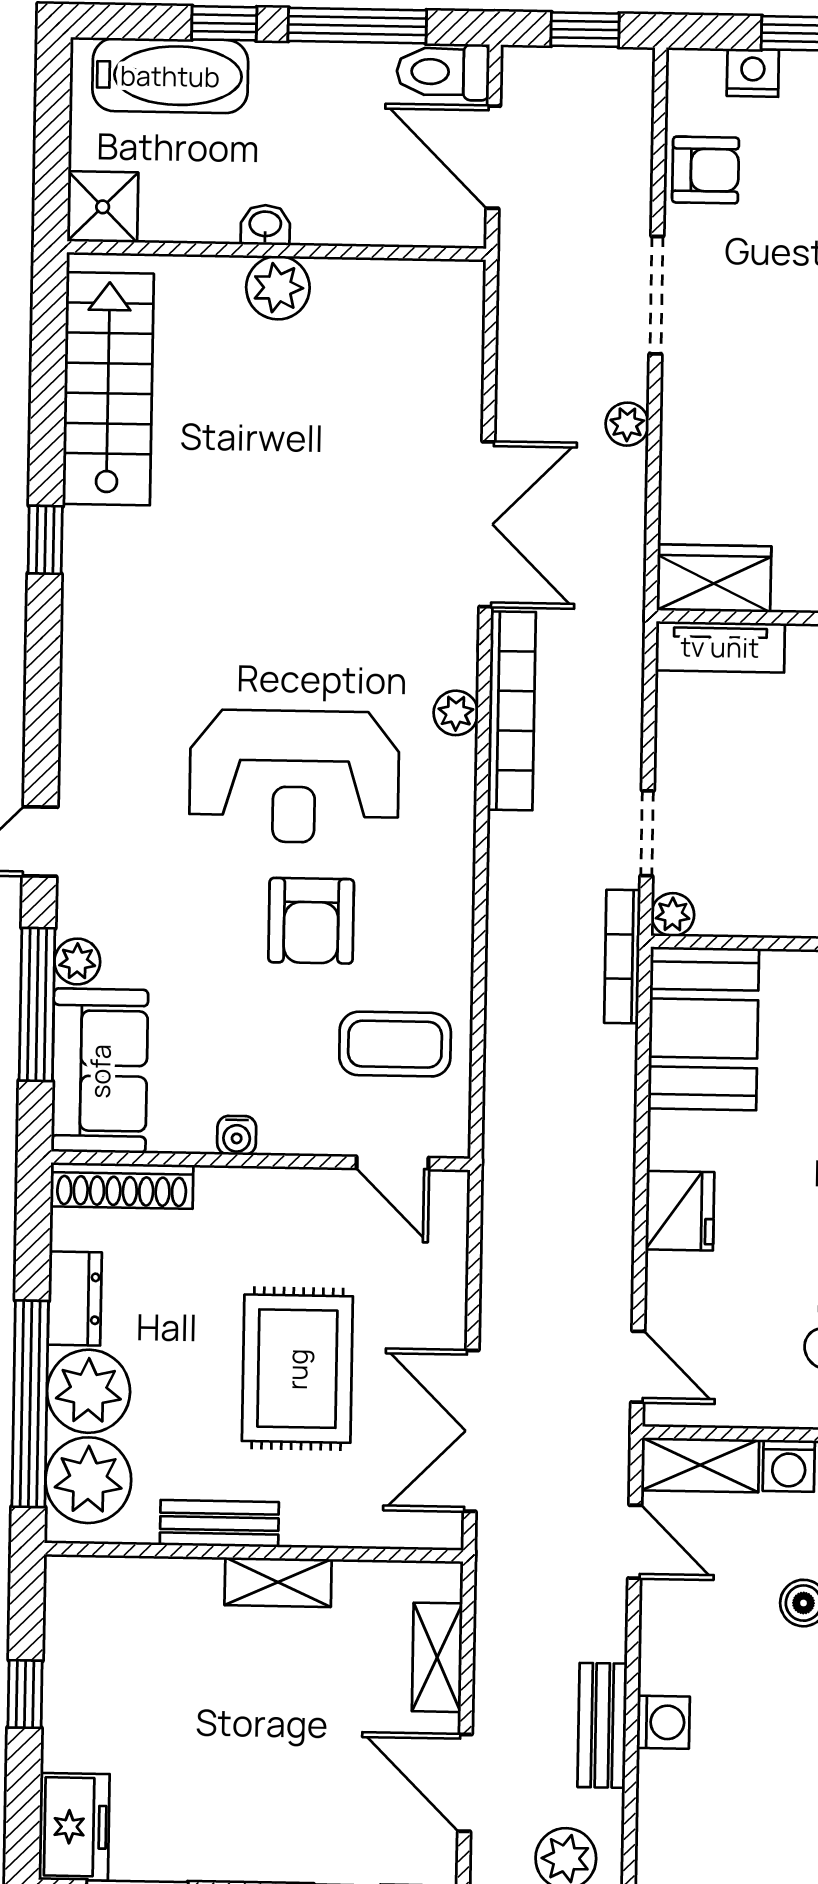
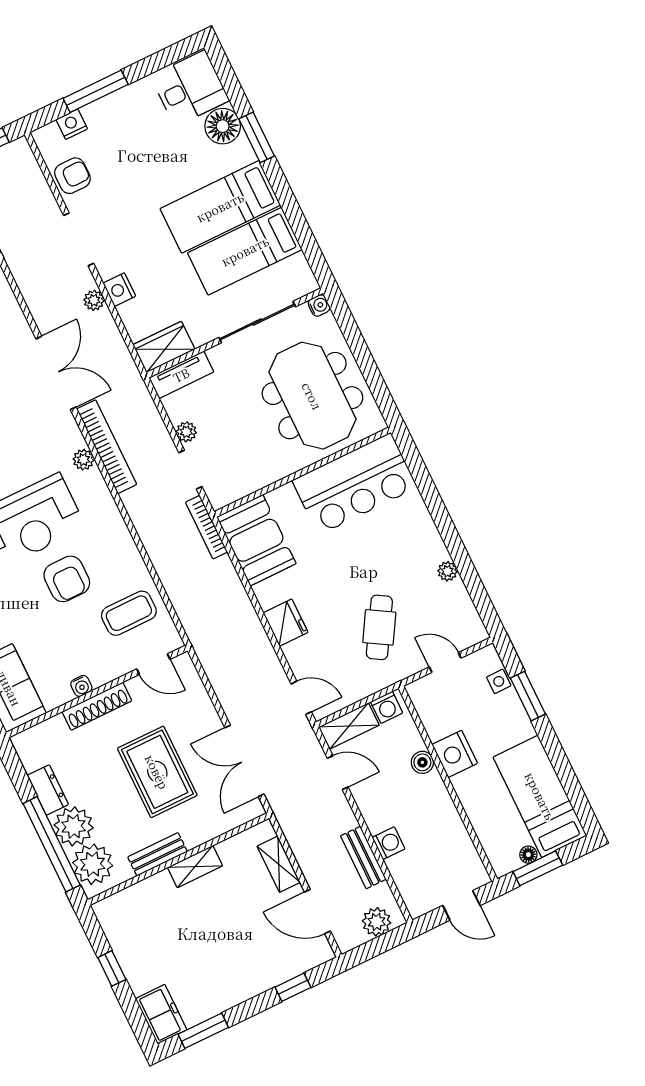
nightstand: (685, 428) -> (119, 290), added
plant: (673, 915) -> (186, 432), moved
shoe rack: (122, 1186) -> (97, 706), moved

